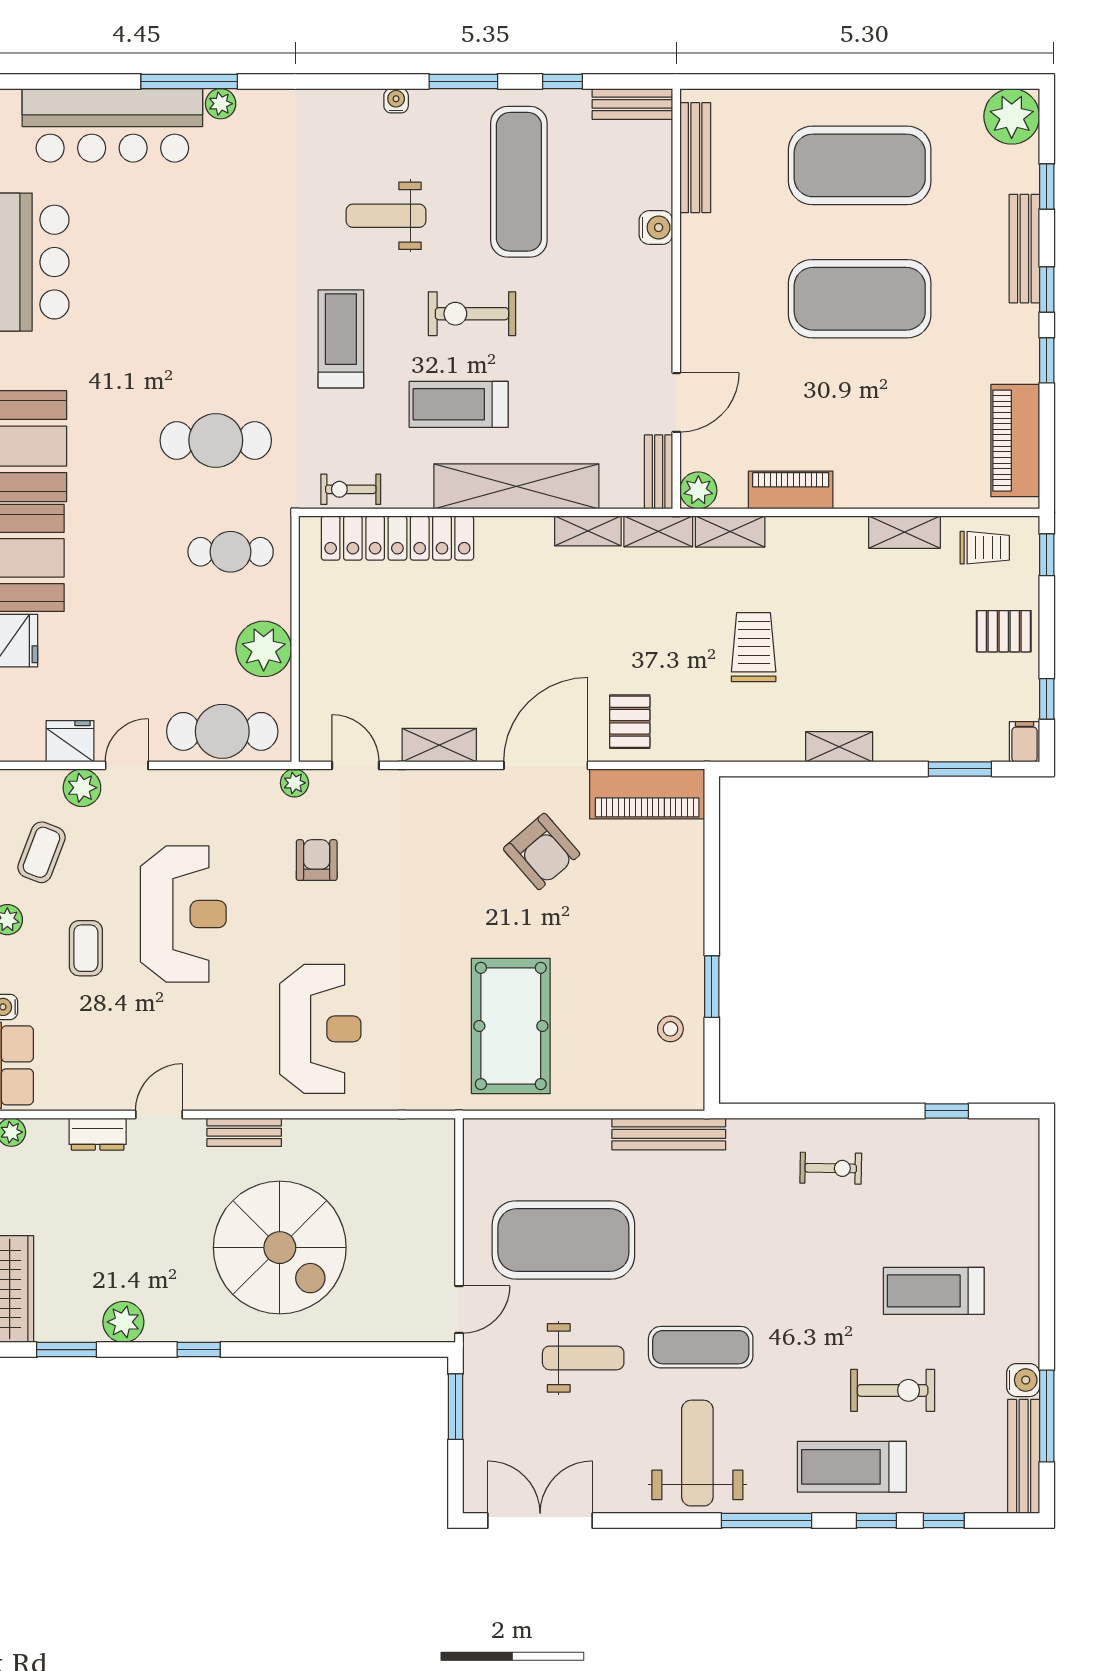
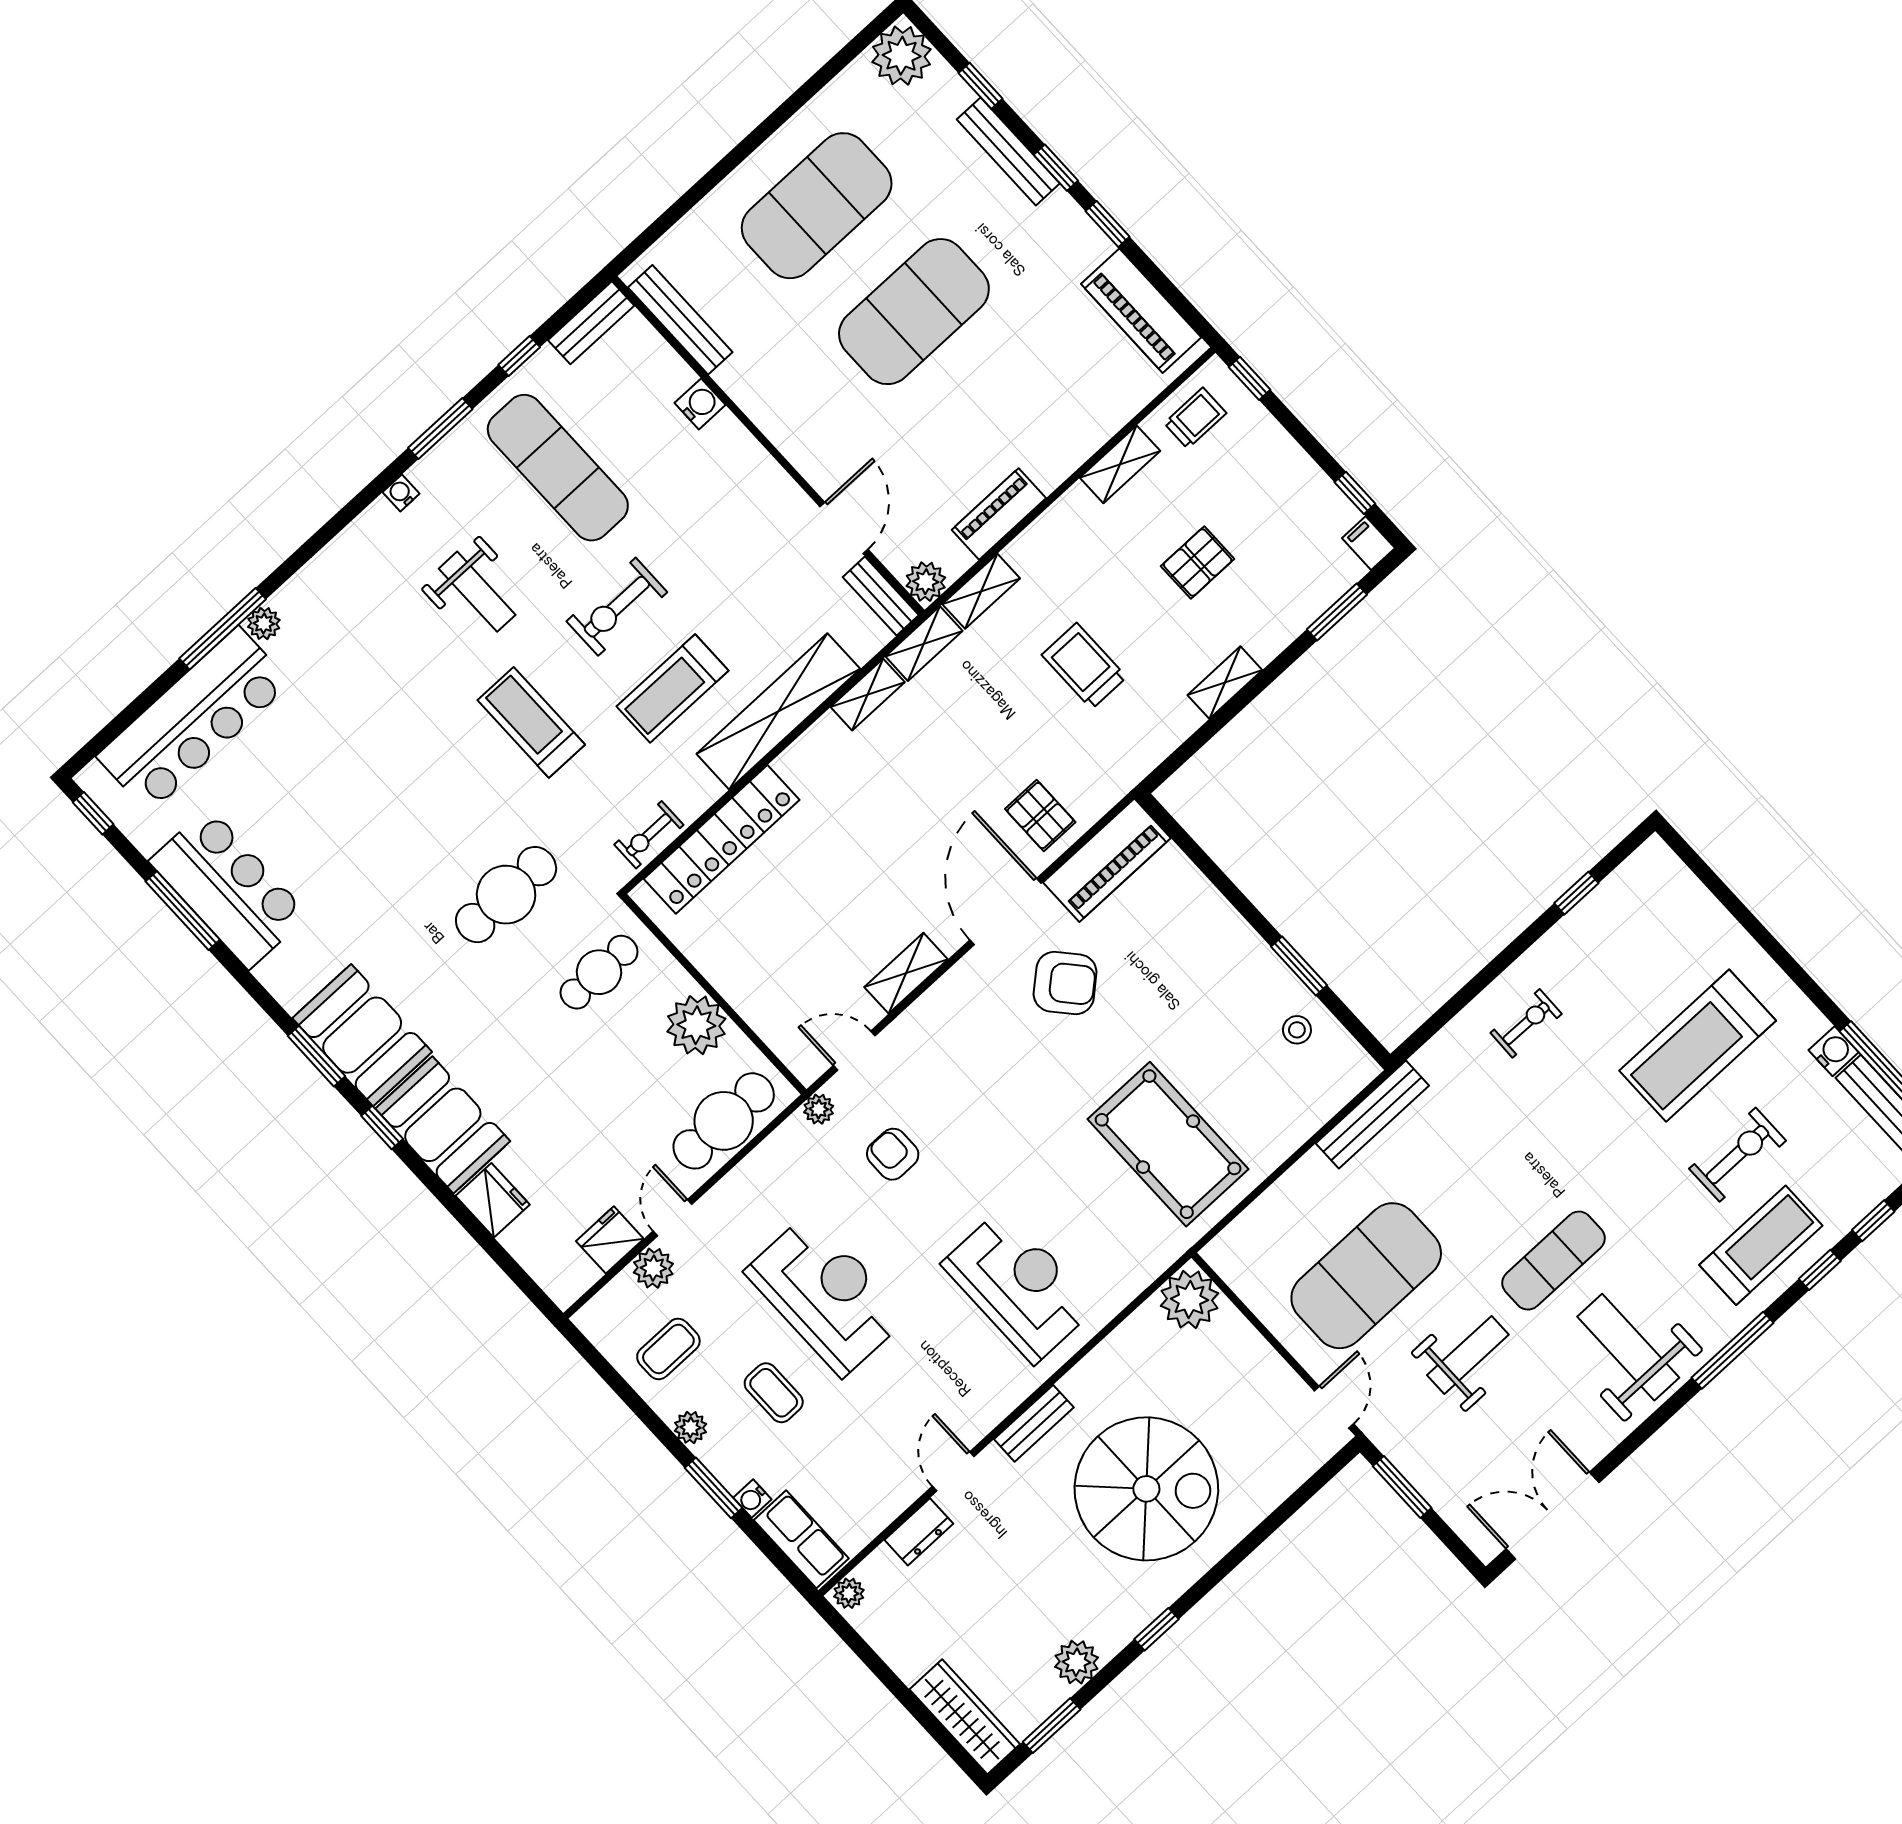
weight bench: (386, 216) -> (477, 592), turned -90
pallet: (1004, 631) -> (1198, 562), moved
coffee table: (42, 852) -> (668, 1349), turned 69
plant: (428, 1145) -> (1190, 1299), added
treadmill: (934, 1291) -> (1698, 1046), width x1.37, depth x1.38
treadmill: (852, 1467) -> (1761, 1245), turned 180

